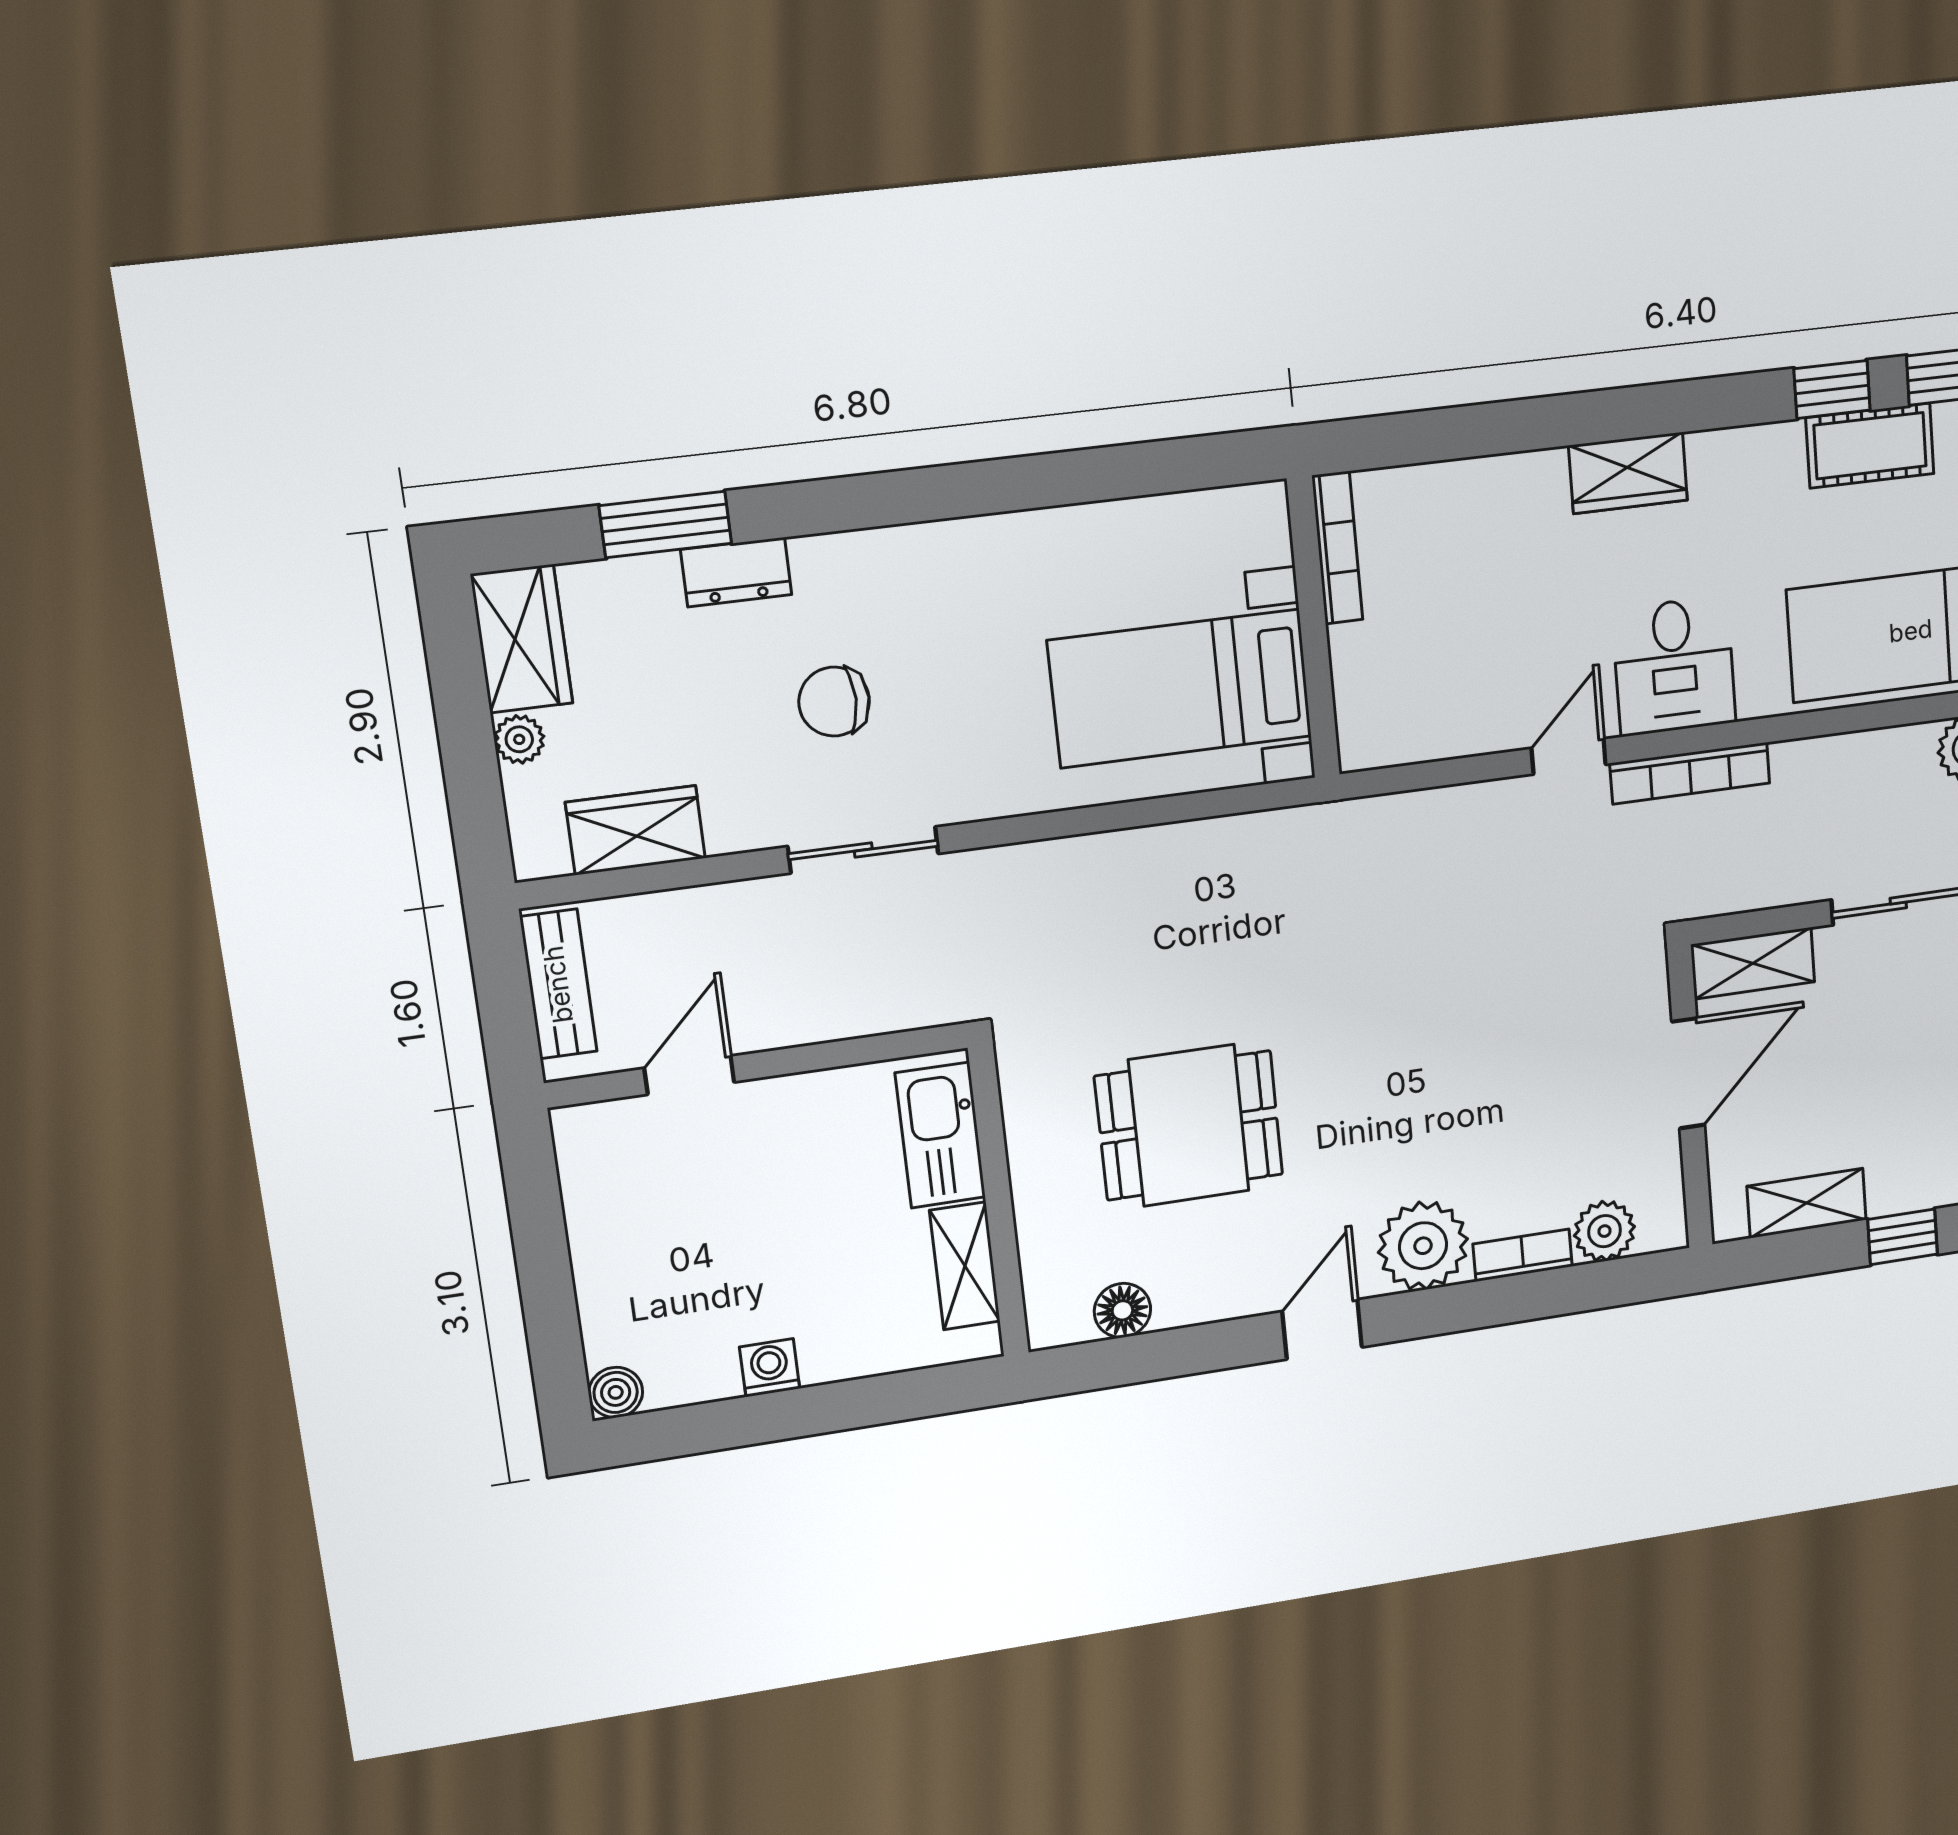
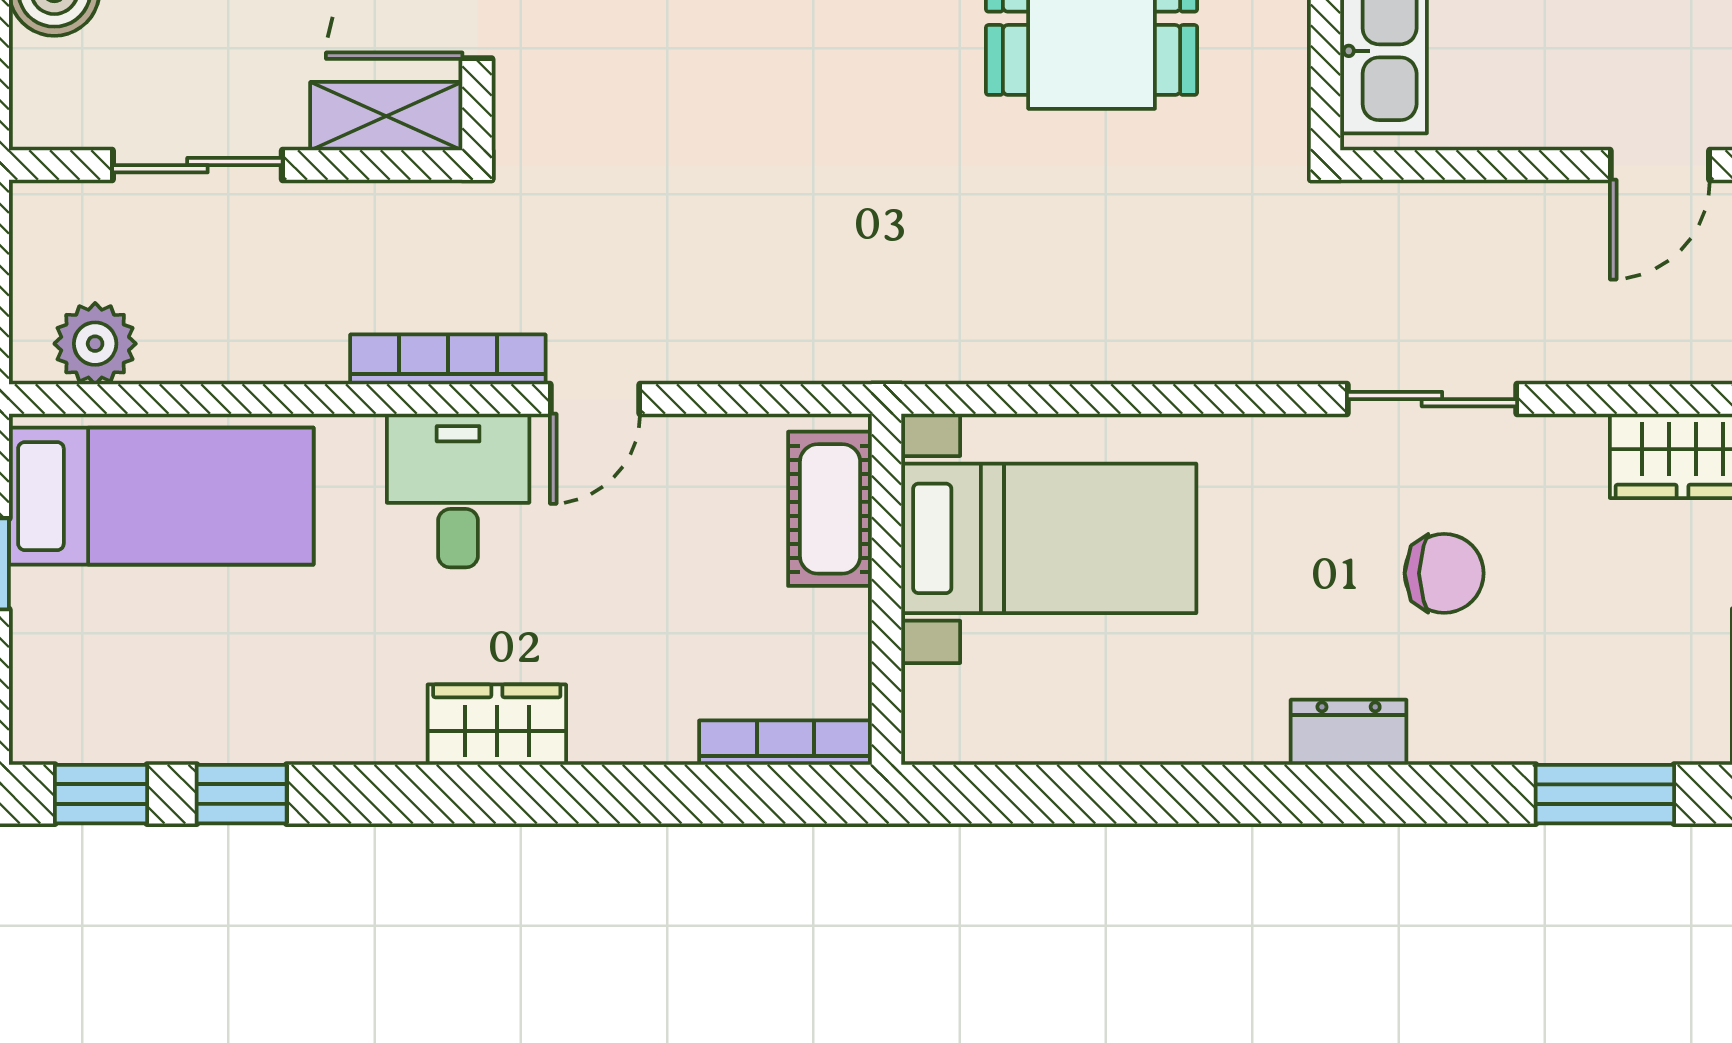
cot: (1870, 446) -> (830, 509), moved, turned 90
bookcase: (1337, 548) -> (786, 743), moved, turned 90
dresser: (736, 572) -> (1349, 732), moved

